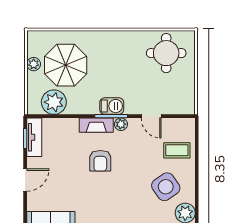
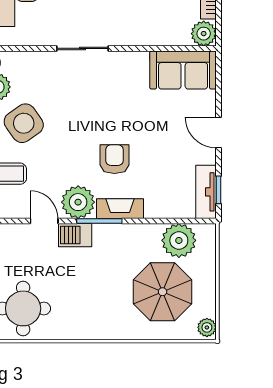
plant: (34, 64) -> (207, 327), moved
barbecue: (112, 106) -> (75, 235), moved
plant: (121, 124) -> (78, 202), width x1.87, depth x1.87
door: (25, 180) -> (219, 133), hinge flipped

